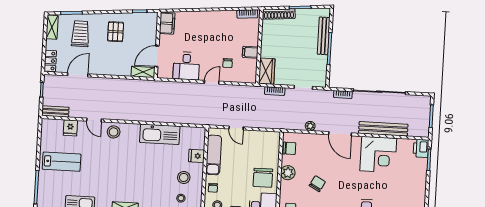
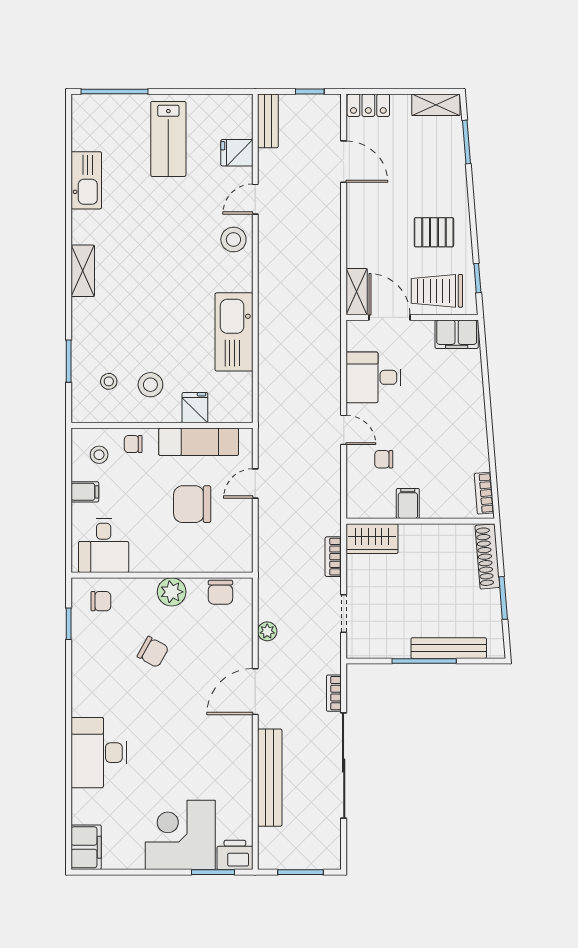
trolley: (80, 34) -> (437, 291), moved, turned 180
corner desk: (378, 155) -> (180, 835), moved, turned 90
chair: (263, 178) -> (192, 504), moved

